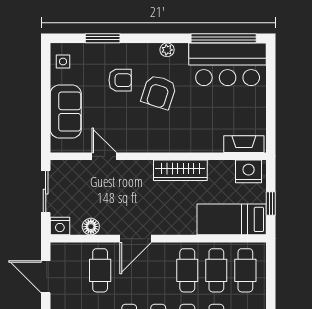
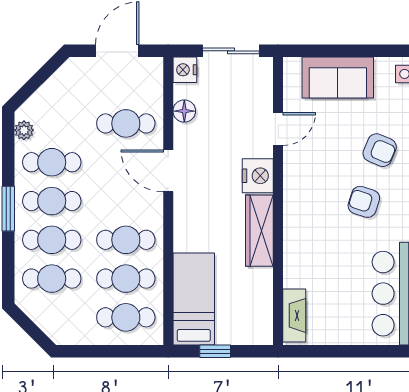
armchair: (120, 80) -> (380, 150), turned -67
armchair: (159, 92) -> (364, 202), width x0.72, depth x0.72
nightstand: (249, 171) -> (258, 176), moved

